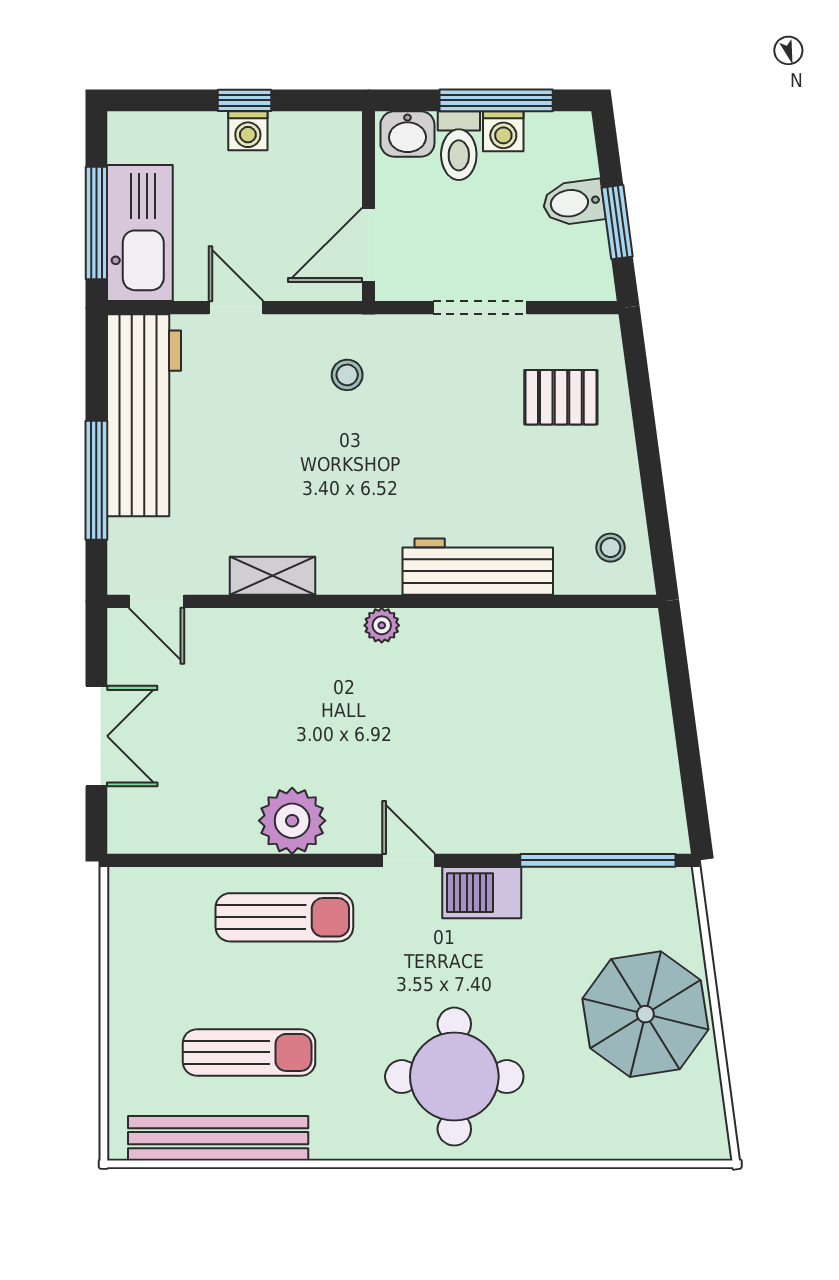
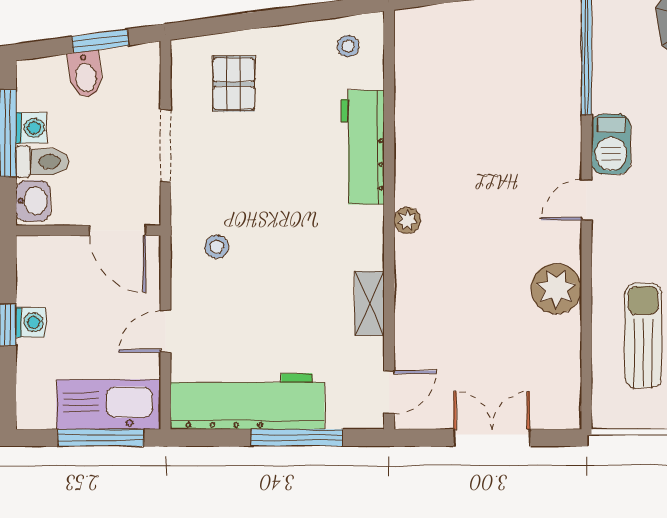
sun lounger: (284, 917) -> (643, 336), moved

